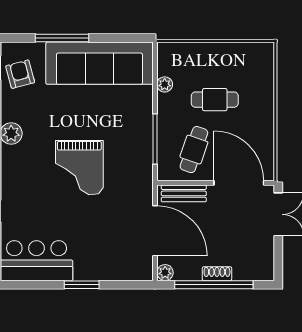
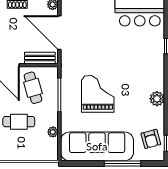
cafe table: (194, 150) -> (33, 88), turned -35
grand piano: (79, 168) -> (98, 94), moved

